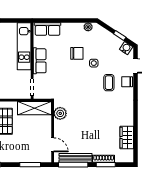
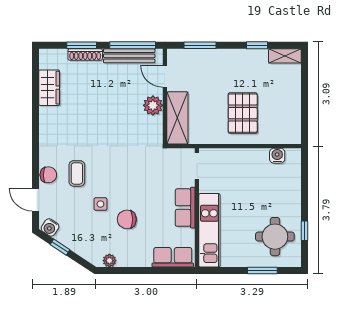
shelving: (34, 108) -> (177, 118), moved, turned 90
plant: (60, 113) -> (153, 105), moved

